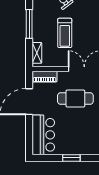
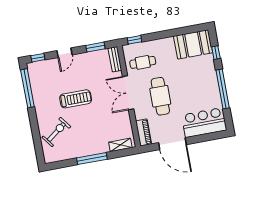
treadmill: (65, 33) -> (76, 99), moved
window: (71, 158) -> (223, 89), width x2.11

